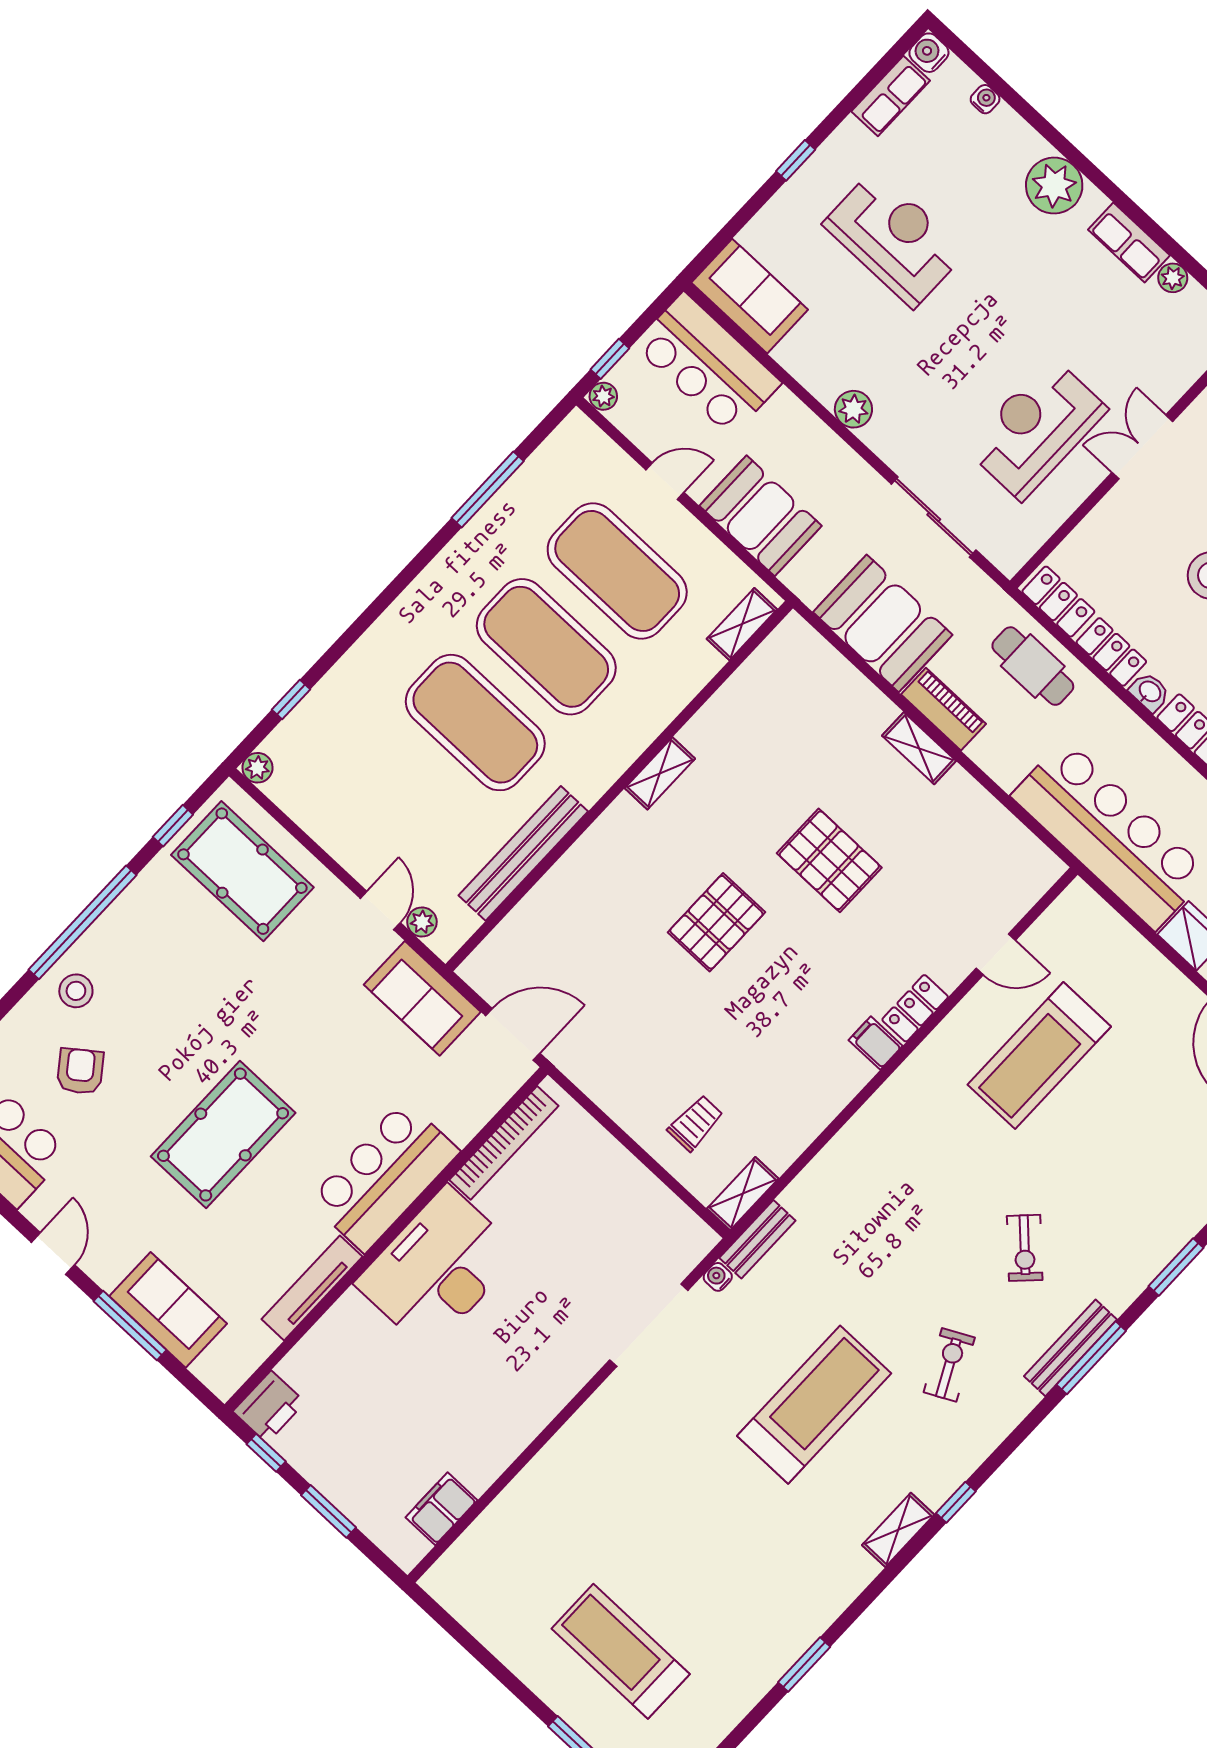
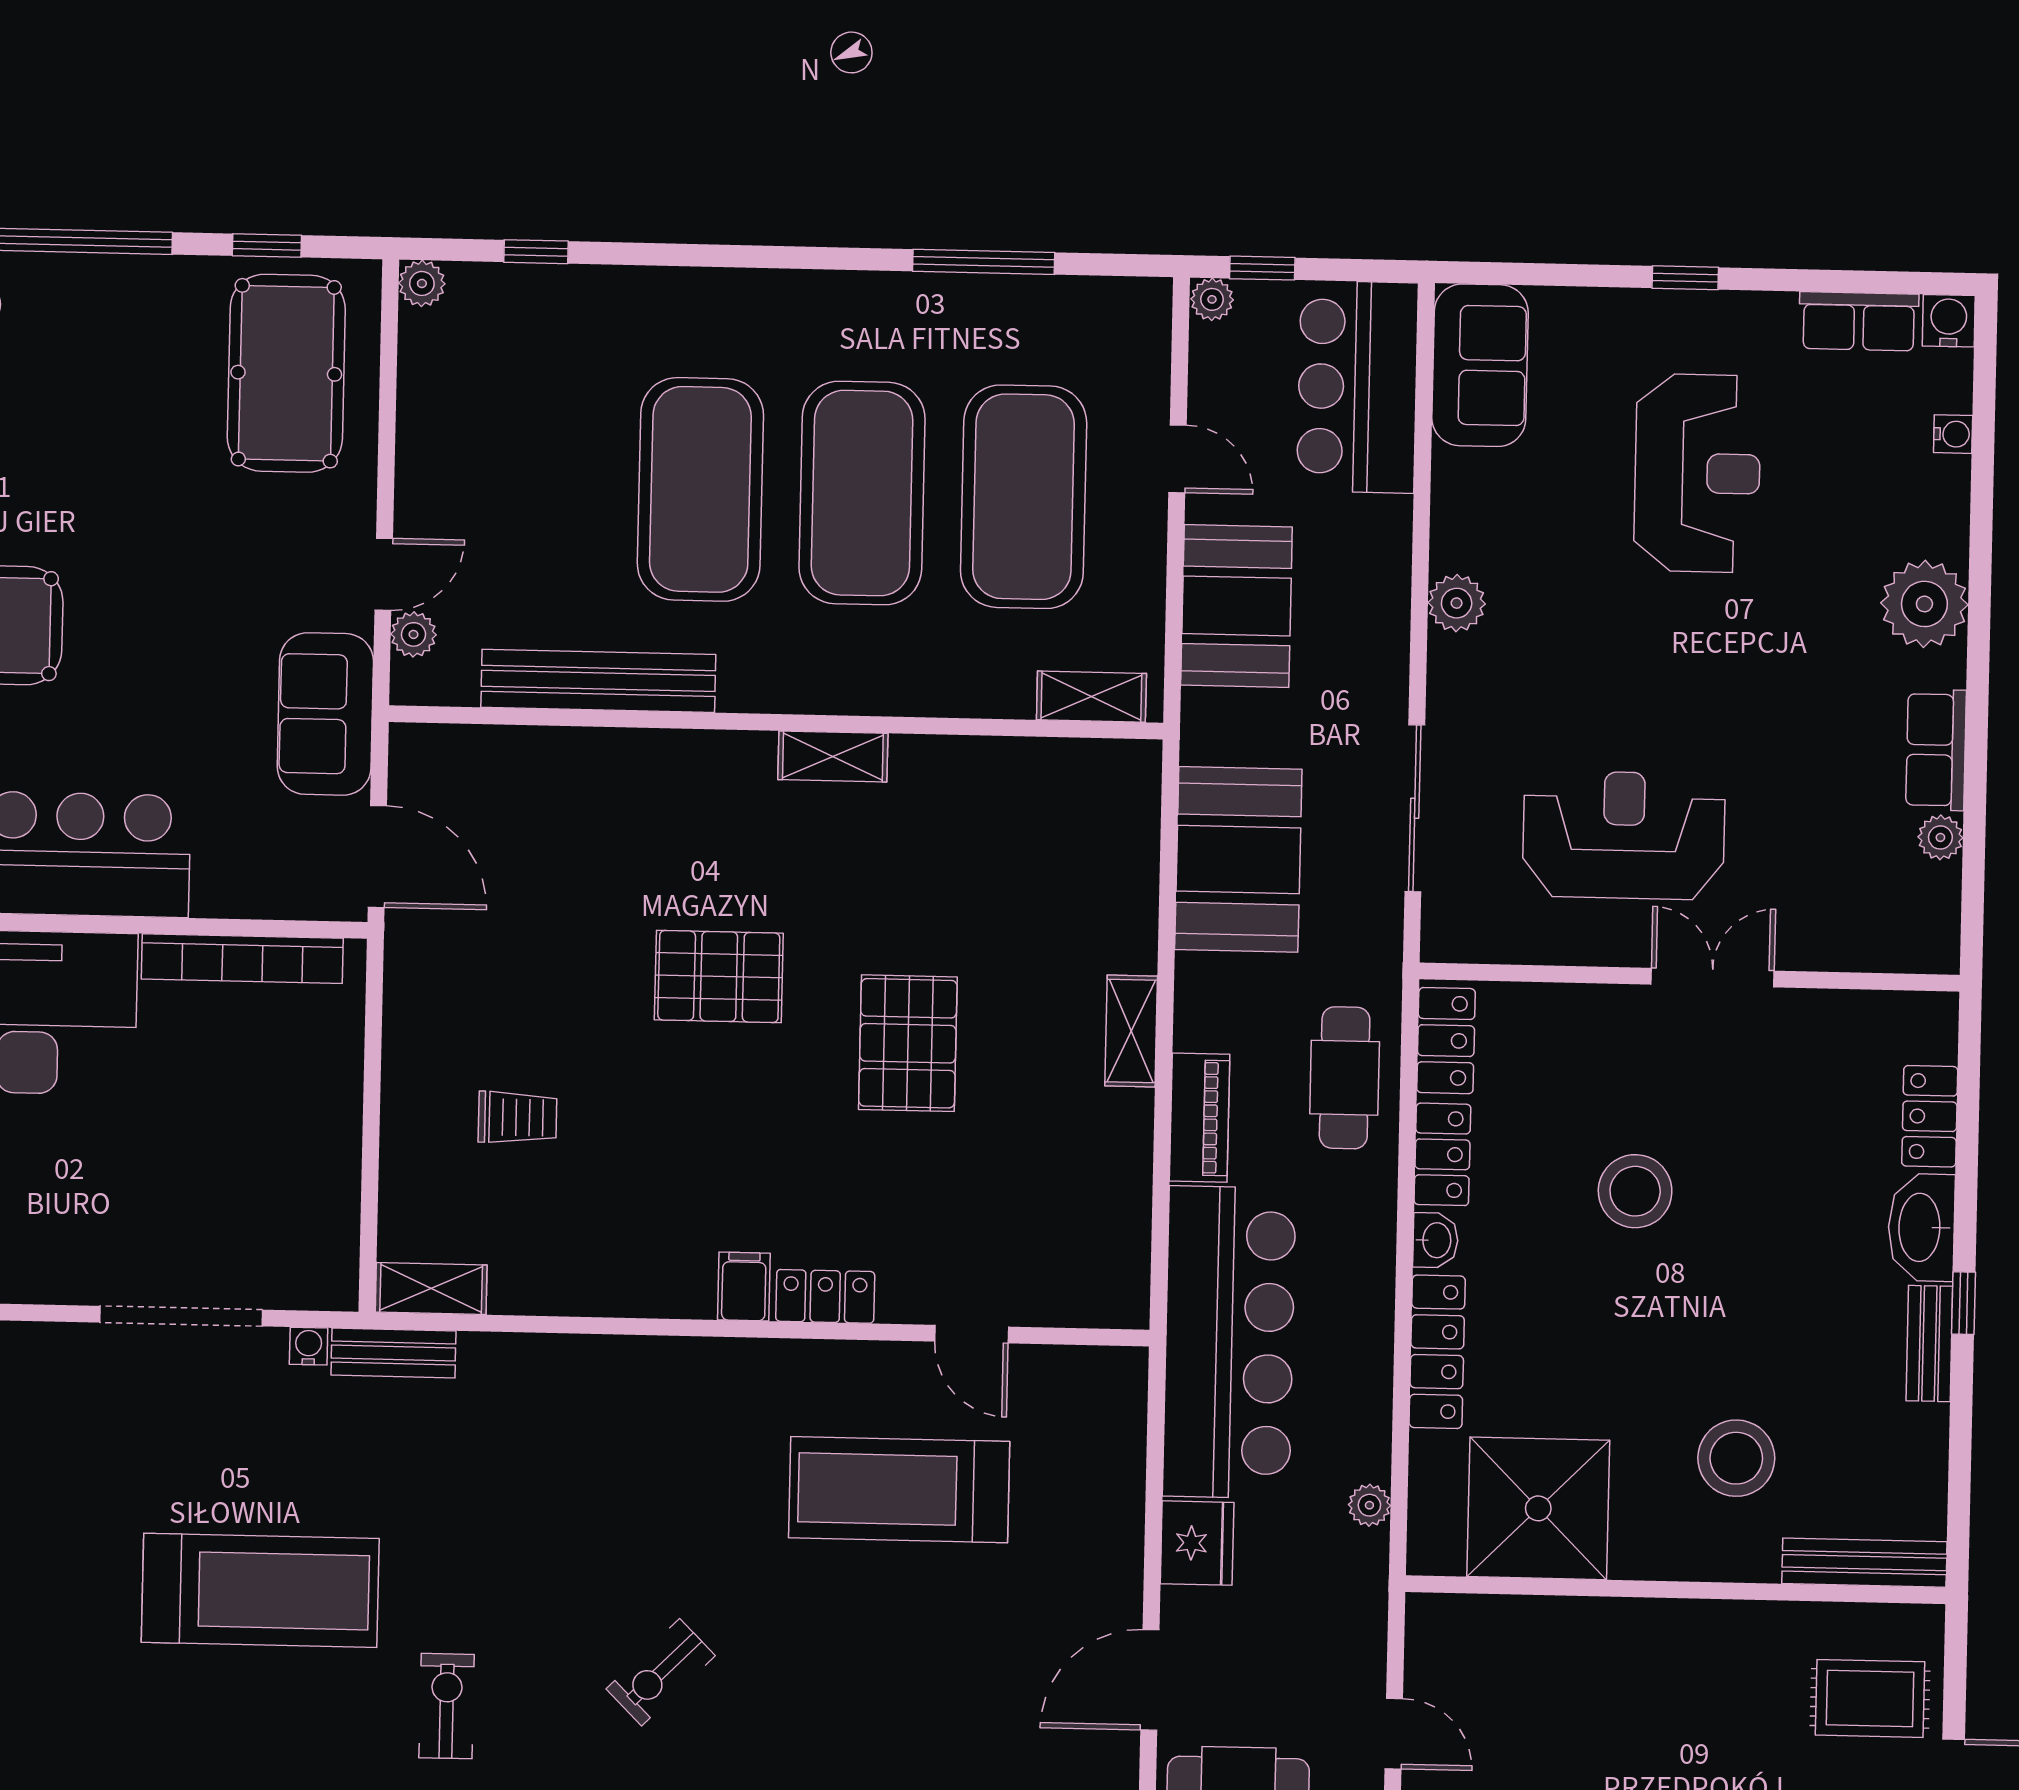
piano: (943, 709) -> (1200, 1118), moved
trolley: (695, 1123) -> (517, 1117), moved
exercise bike: (949, 1365) -> (447, 1706), turned -63

